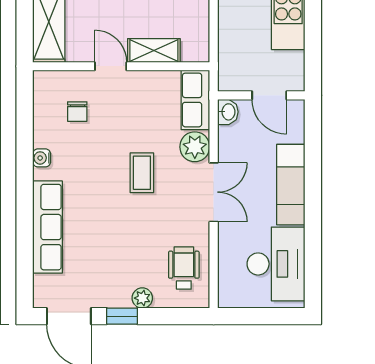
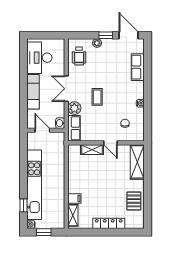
row of seats: (47, 227) -> (138, 67), width x0.68

